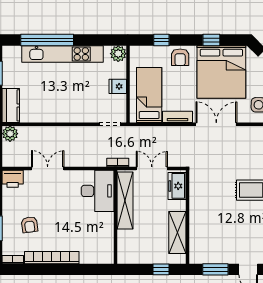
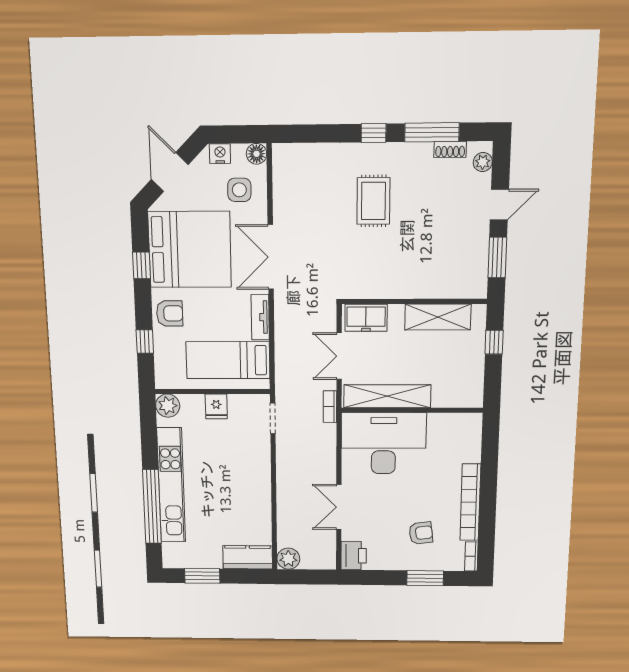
desk: (98, 191) -> (384, 443), width x1.36, depth x1.30

